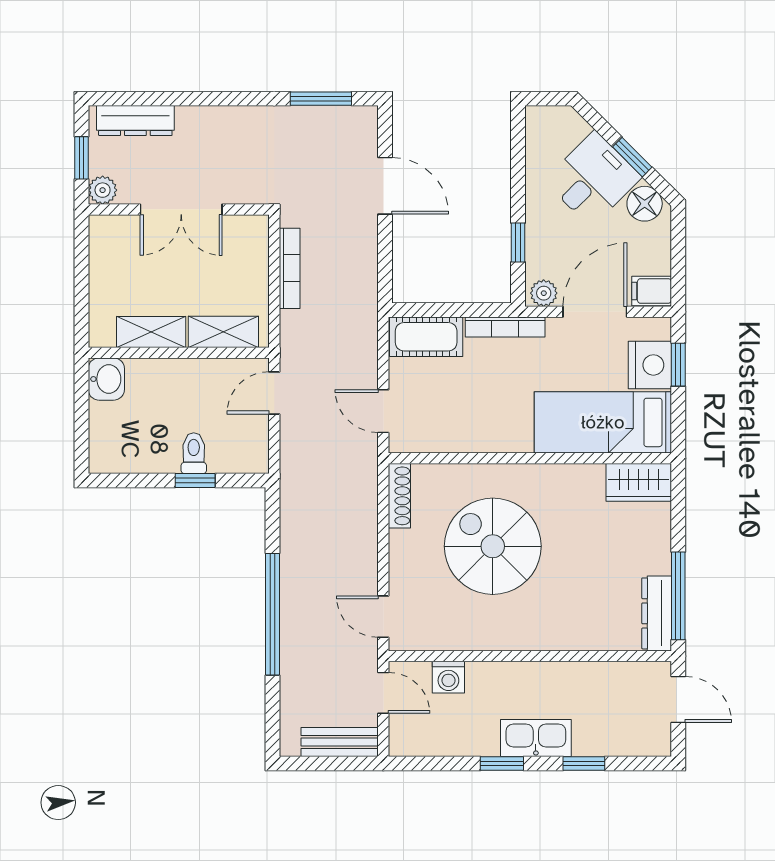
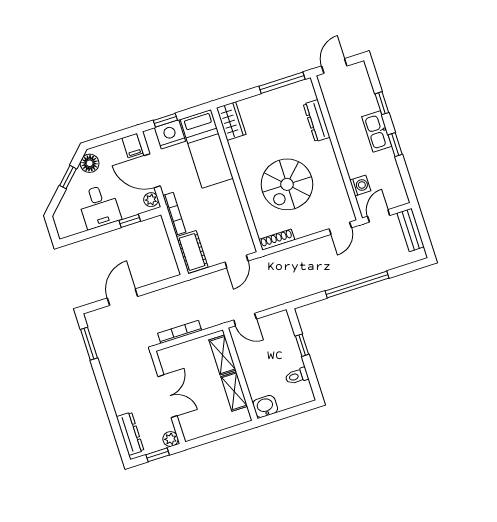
desk: (593, 179) -> (99, 207), moved, turned -135
toilet: (194, 453) -> (297, 376), moved
dresser: (657, 613) -> (317, 121), moved, turned 90

